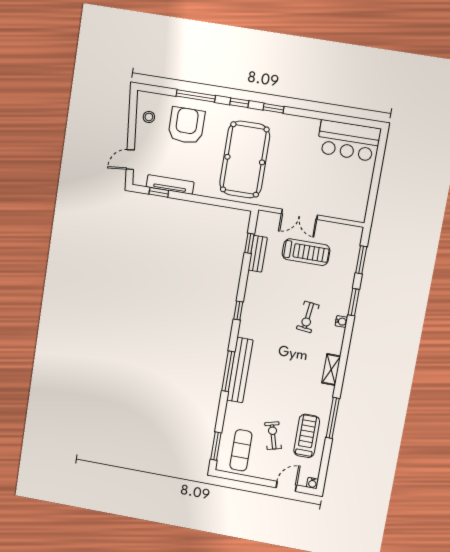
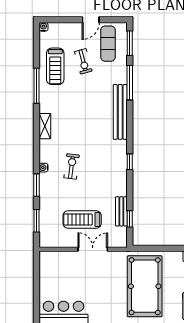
window: (228, 371) -> (130, 83), moved
door: (286, 486) -> (91, 20), moved

